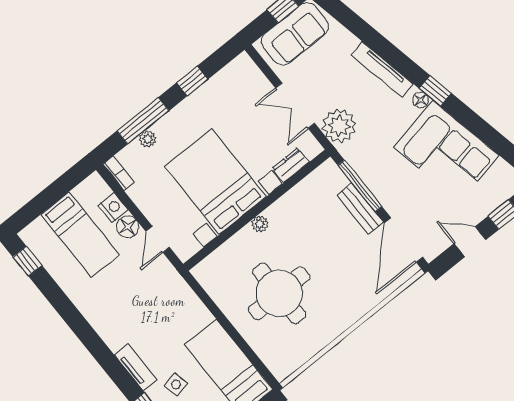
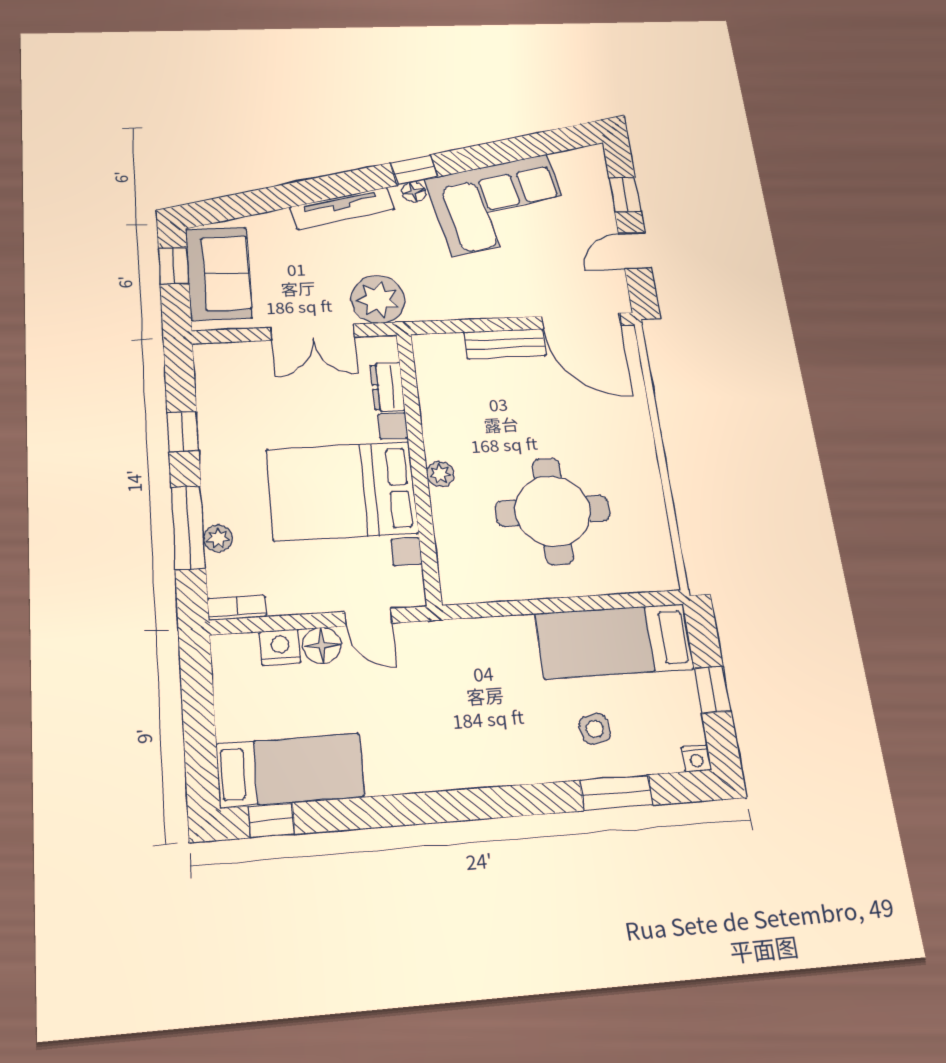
window: (360, 186) -> (474, 325), removed
bed: (80, 235) -> (290, 770), moved
tv unit: (136, 368) -> (534, 769), removed

